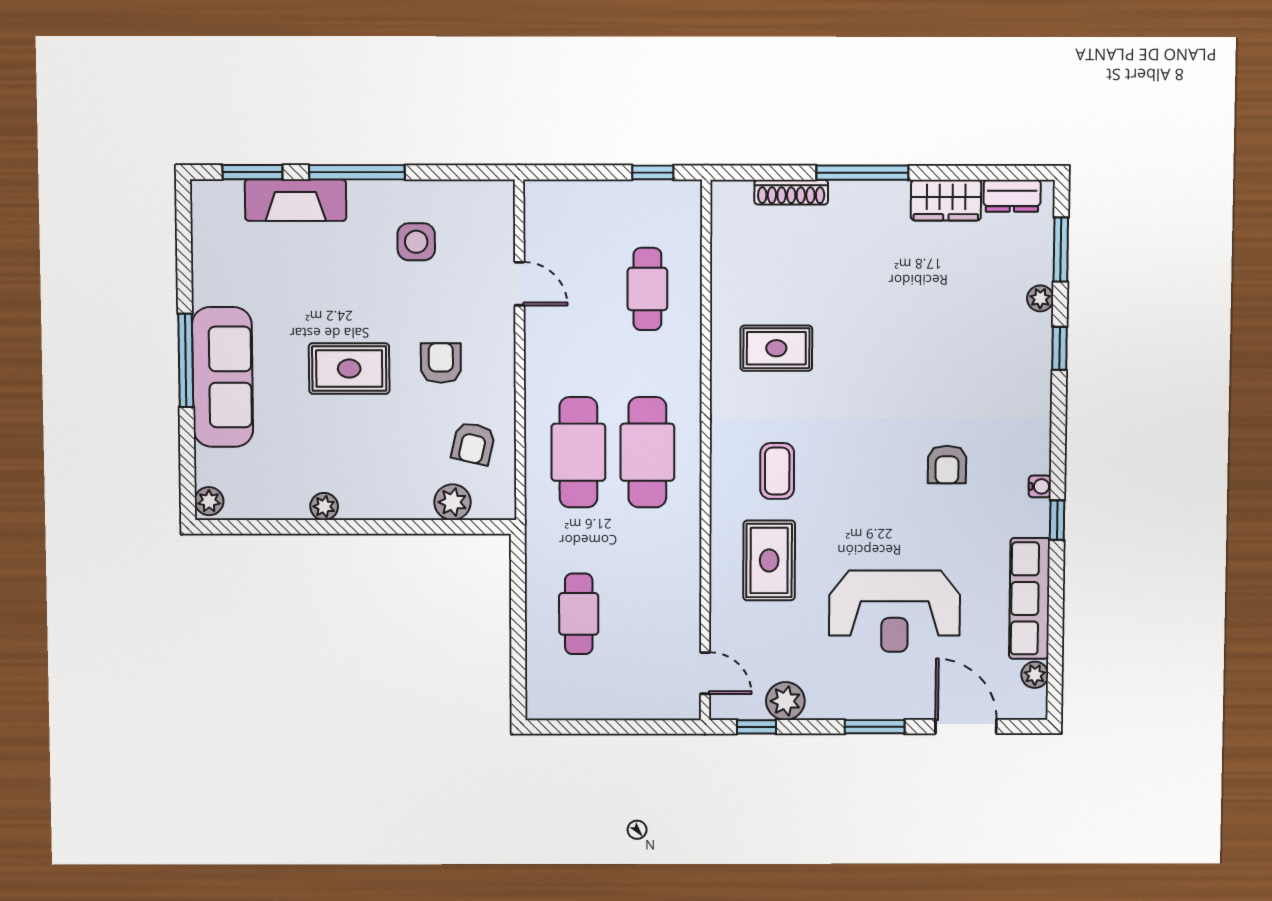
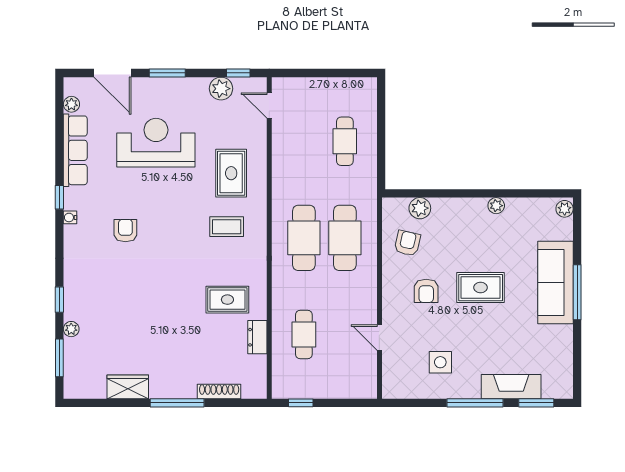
dresser: (1012, 196) -> (257, 337), moved, turned -90
coffee table: (777, 471) -> (227, 227), turned 90

